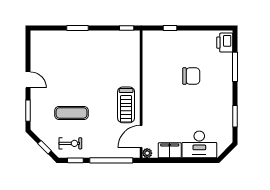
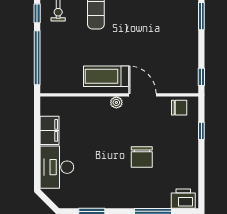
chair: (151, 46) -> (179, 108), added
door: (141, 137) -> (142, 95), moved
plant: (147, 153) -> (116, 102), moved

